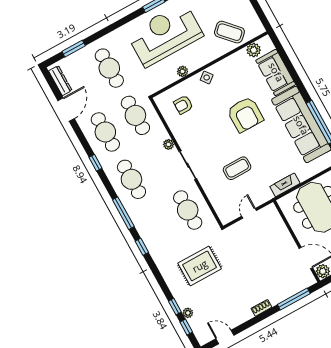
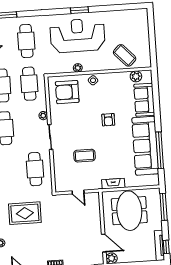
armchair: (183, 105) -> (67, 92), width x1.88, depth x1.88
armchair: (245, 114) -> (108, 120), width x0.53, depth x0.53
door: (249, 213) -> (78, 192), swing flipped

